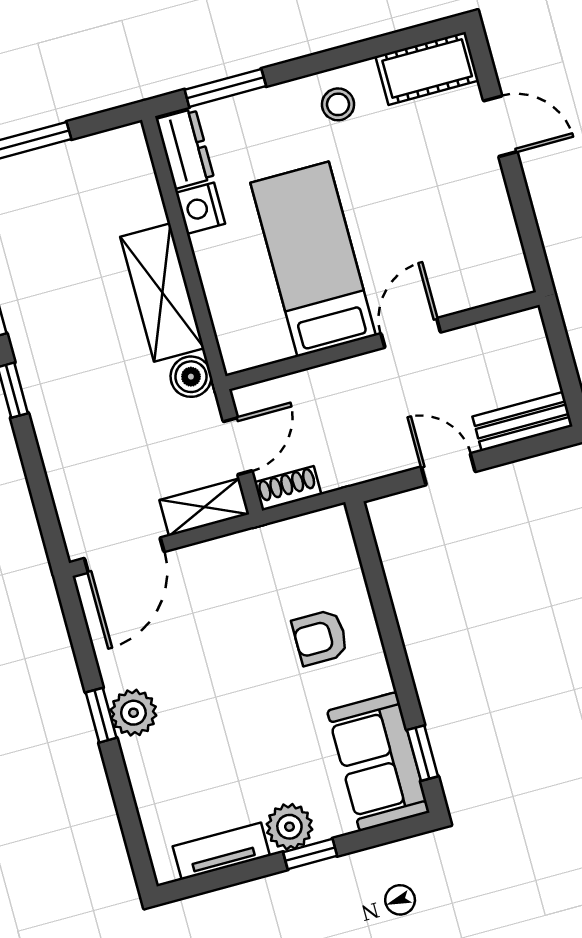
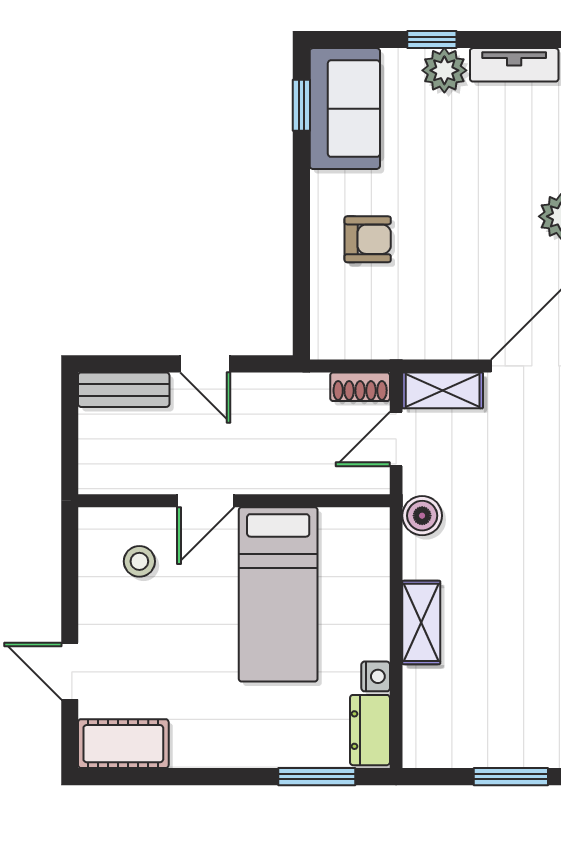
stool: (338, 104) -> (139, 561), moved
nightstand: (200, 208) -> (376, 676), width x0.72, depth x0.74
shelving: (162, 293) -> (421, 622), width x0.67, depth x0.75

